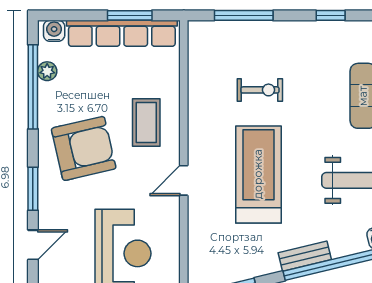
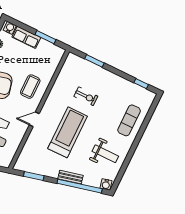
window: (244, 15) -> (94, 61), width x0.69
window: (331, 15) -> (141, 84), moved
row of seats: (122, 33) -> (26, 37), width x0.50

